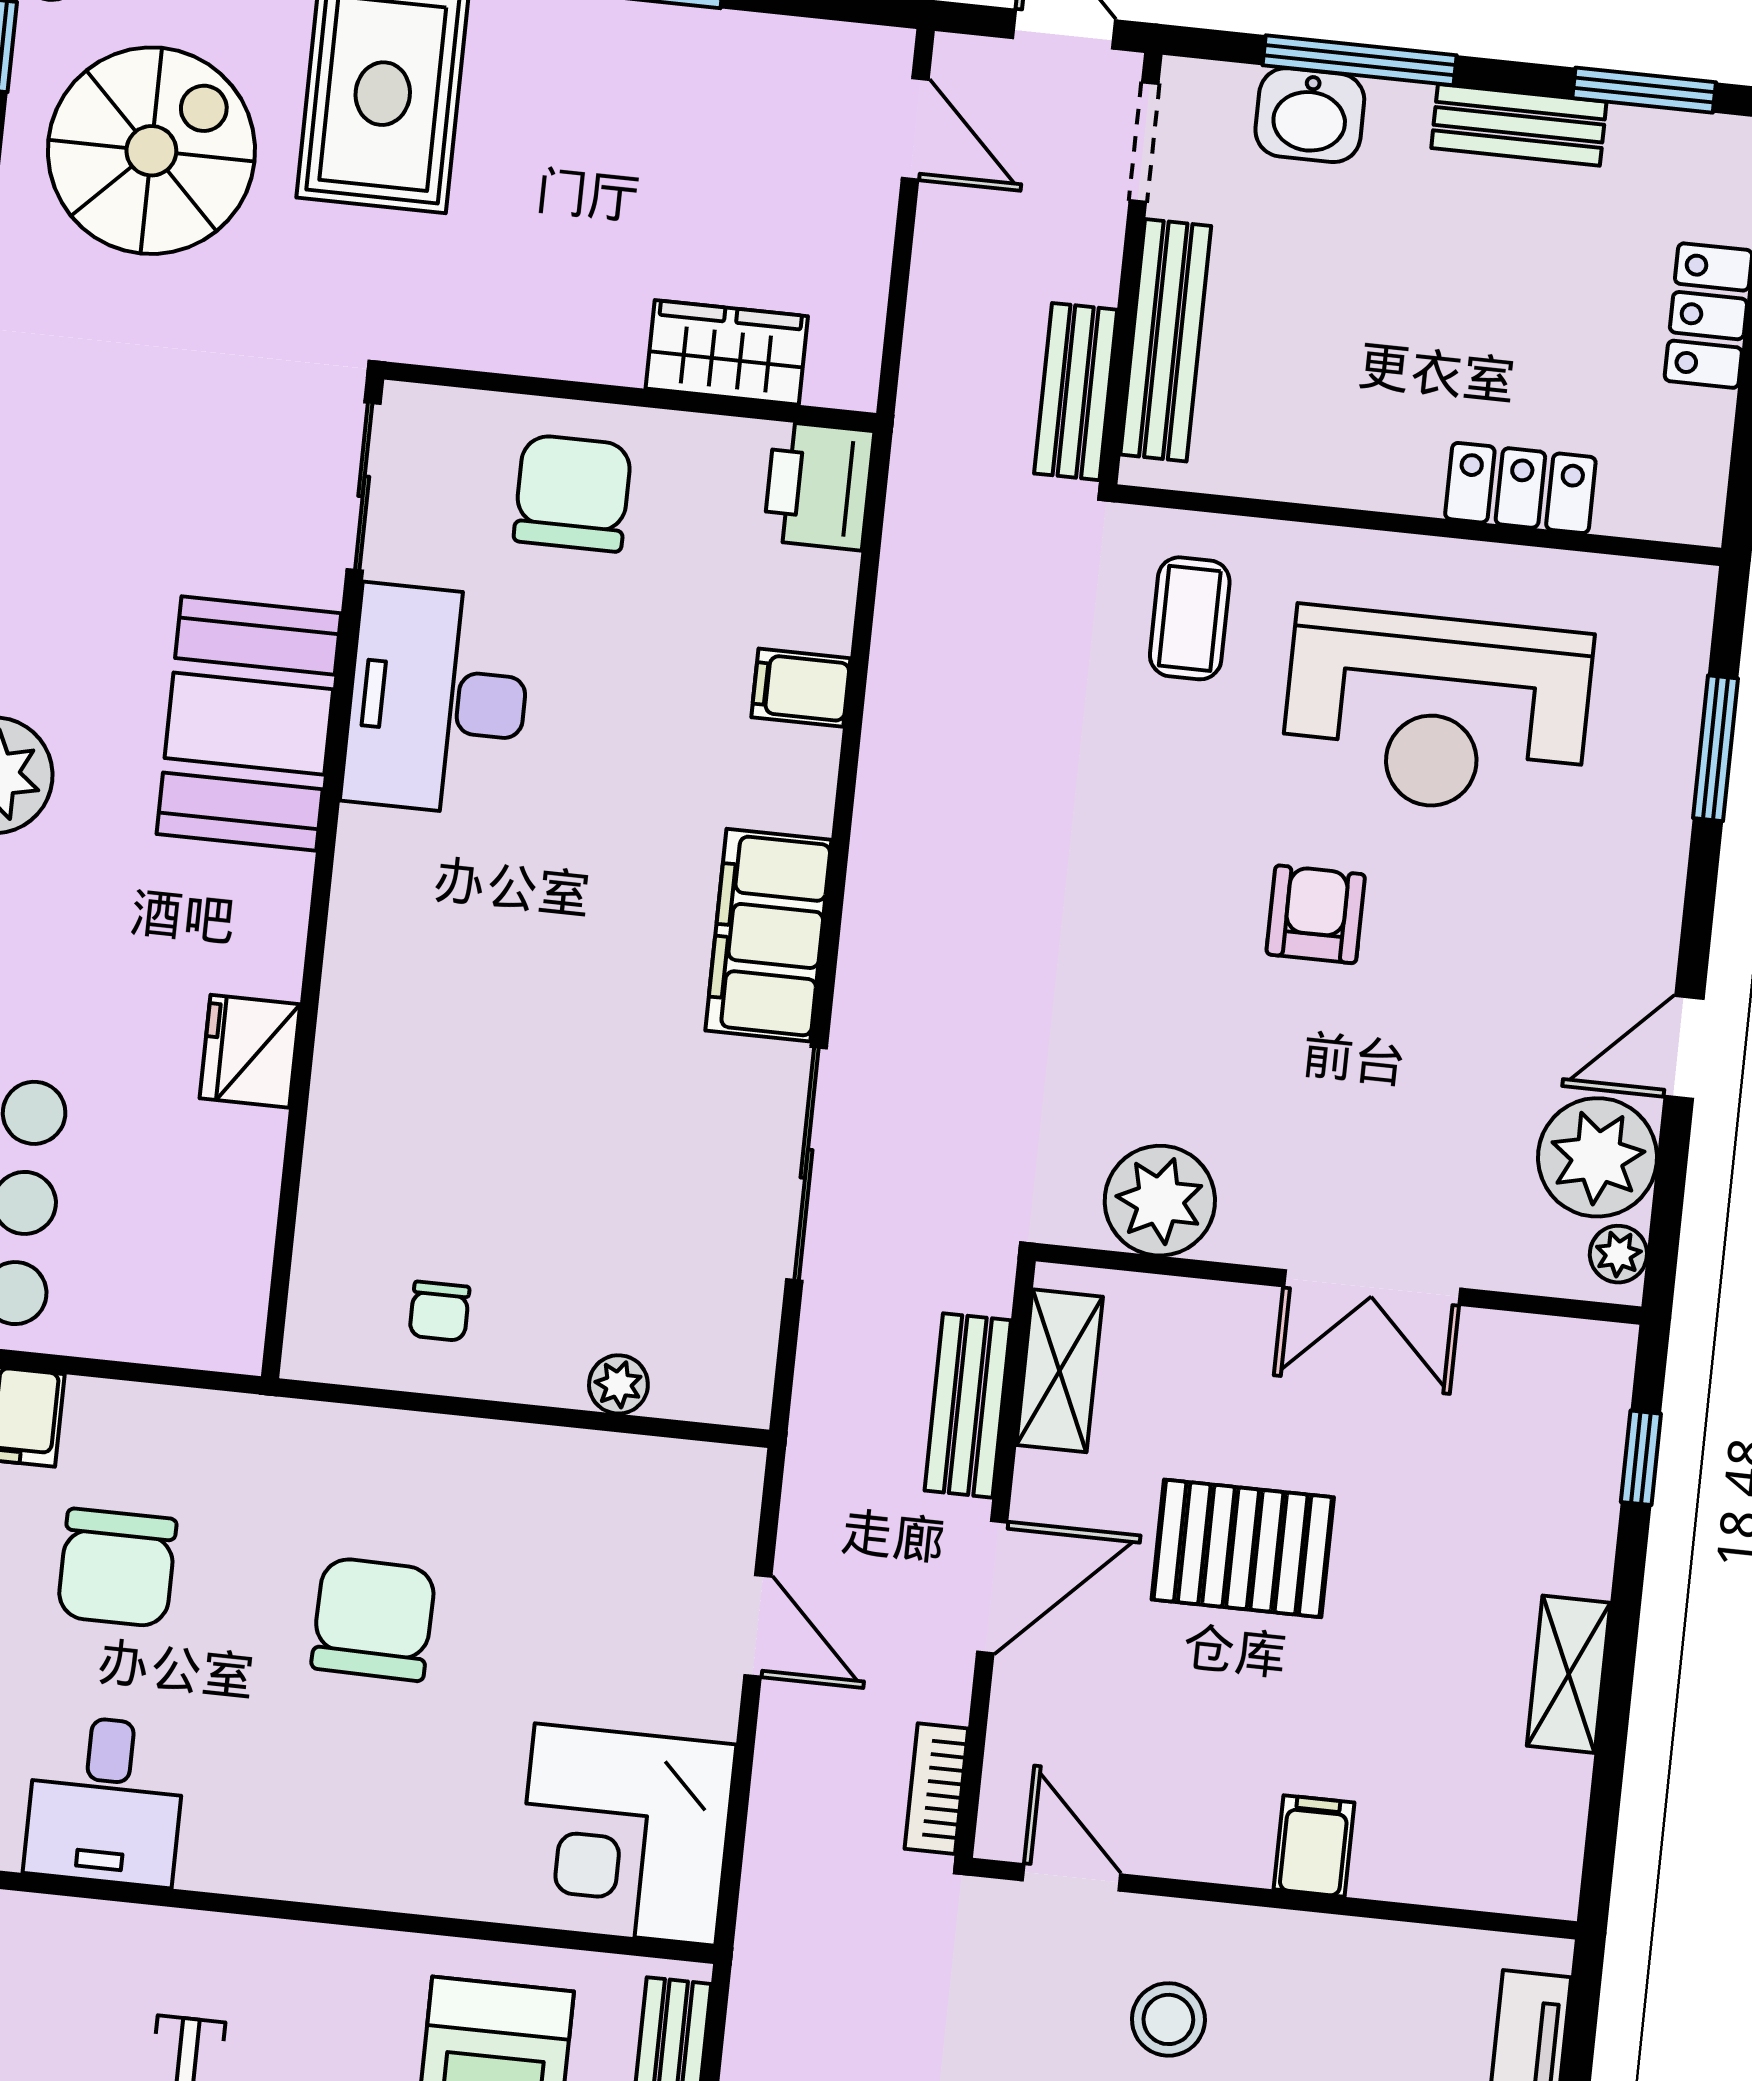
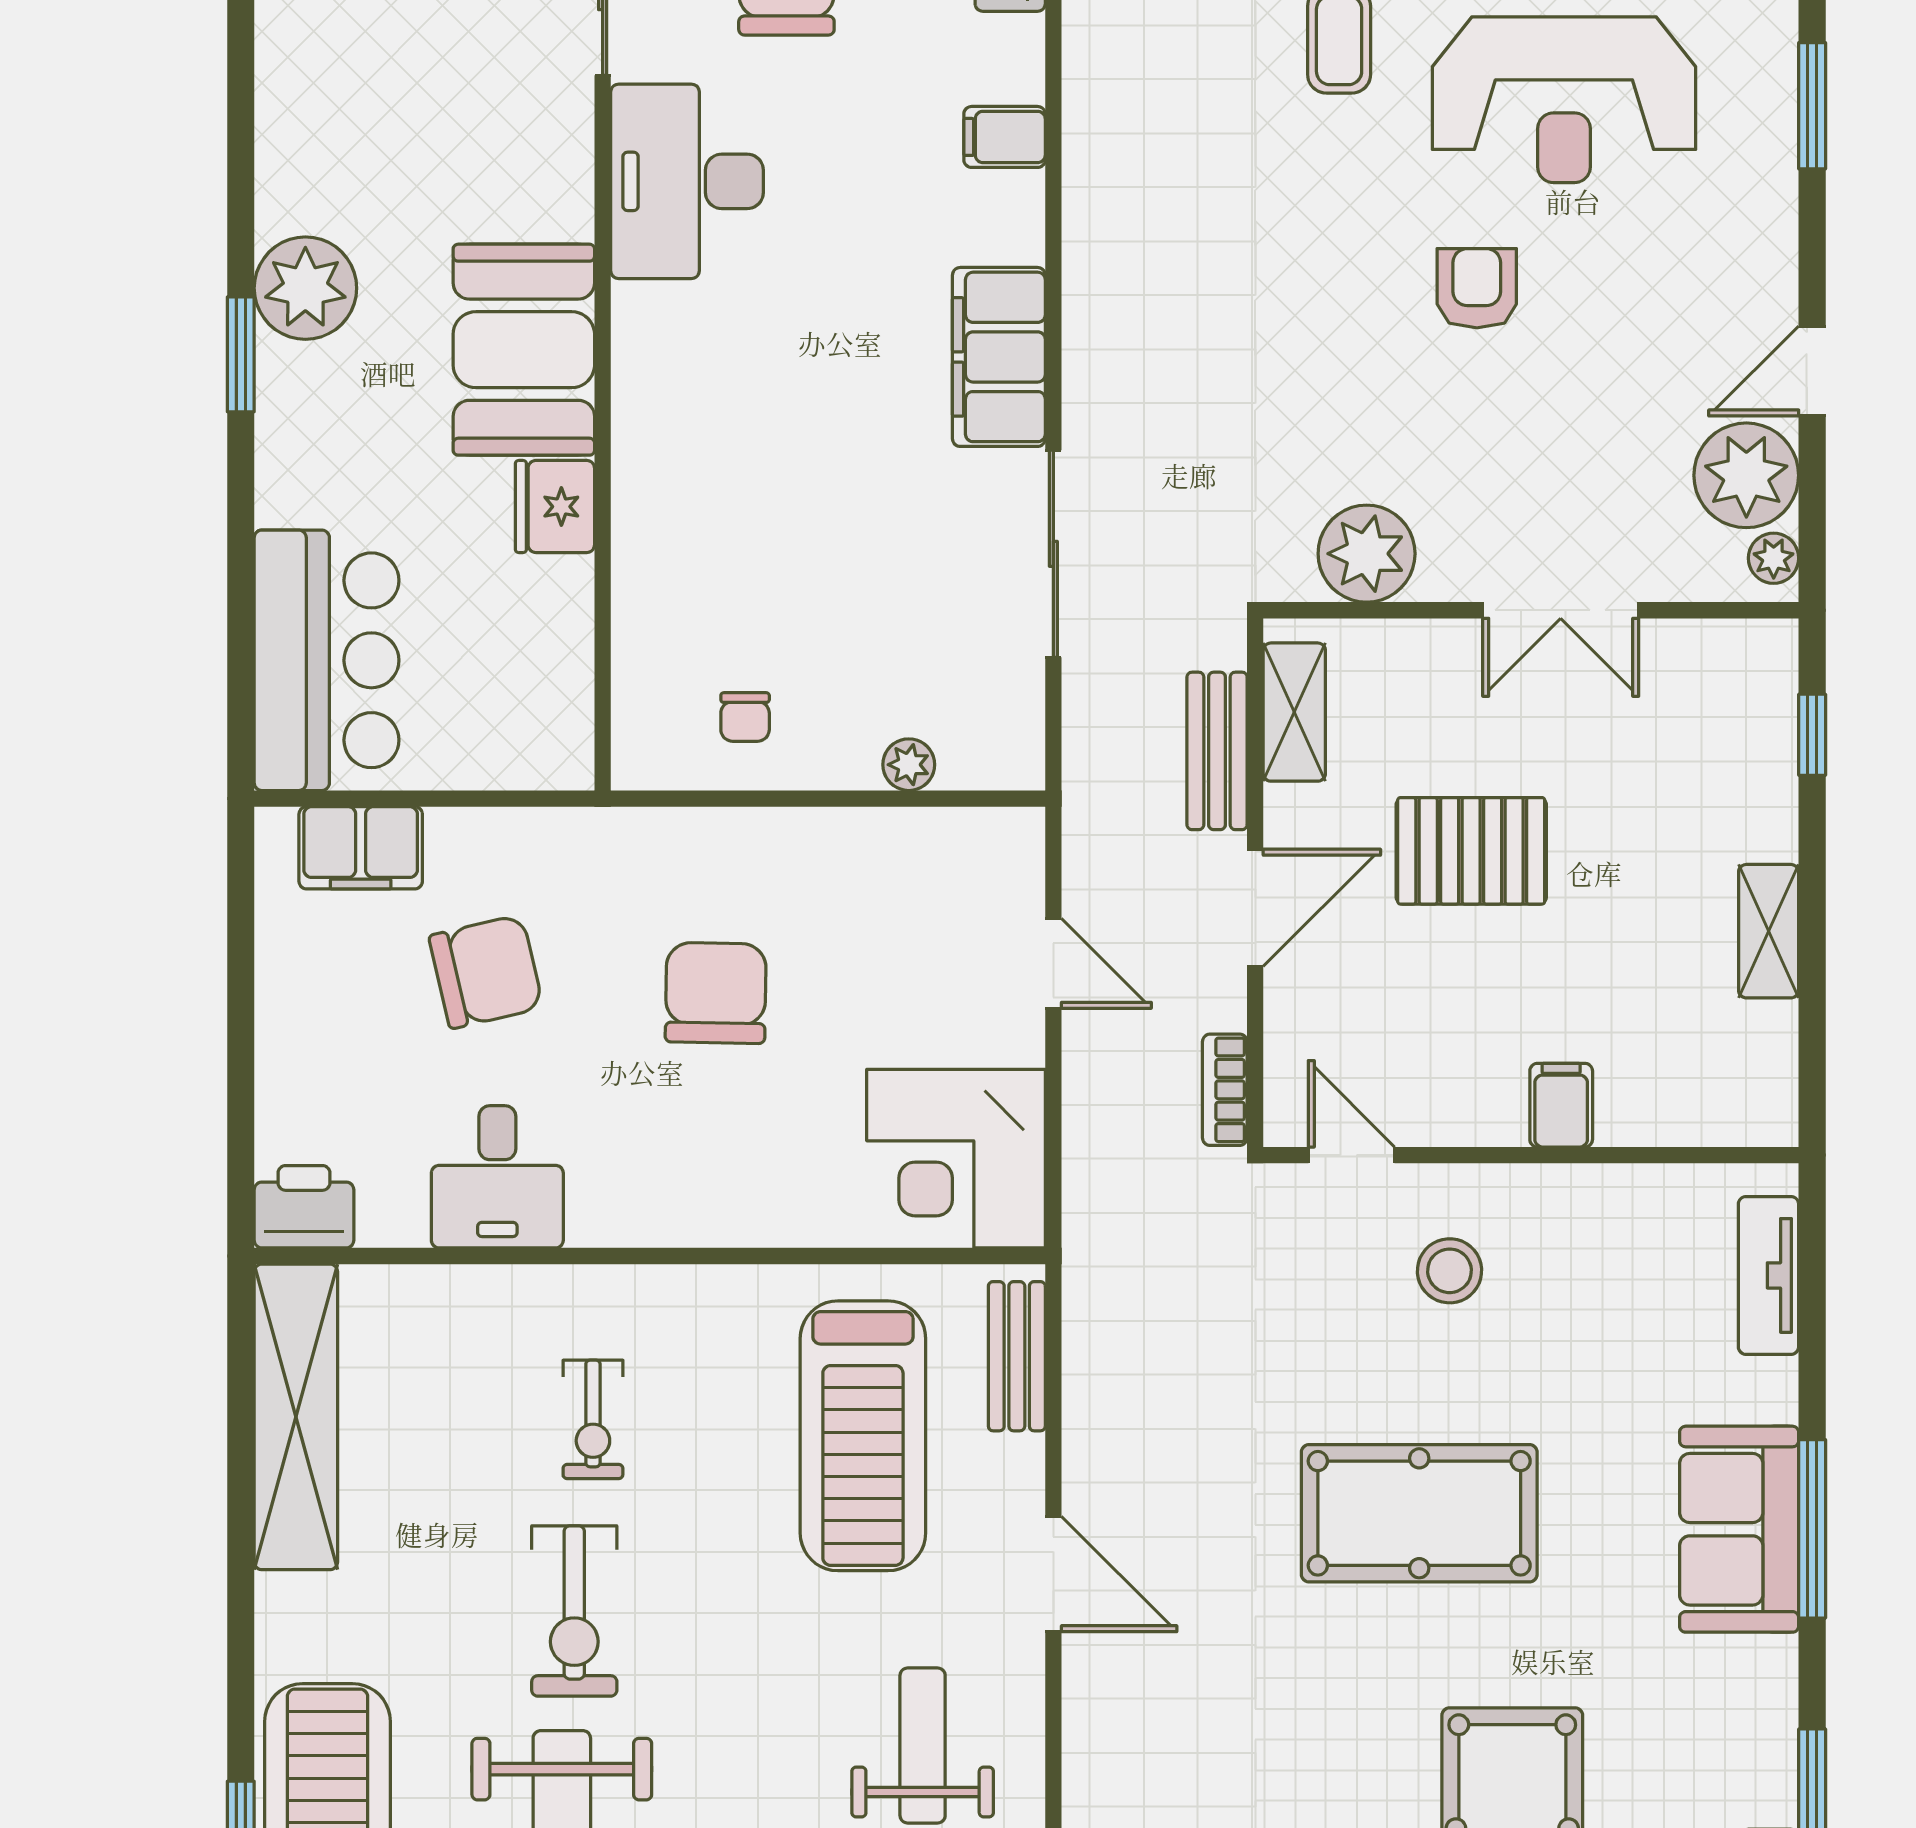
booth: (249, 724) -> (524, 350), moved
chair: (117, 1568) -> (486, 972), turned -103

